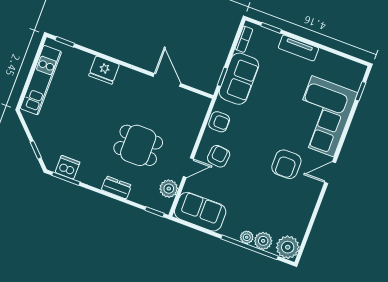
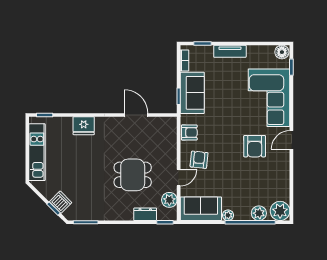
floor lamp: (356, 71) -> (282, 52), added
dishwasher: (68, 167) -> (60, 202), moved, turned 45
dresser: (116, 187) -> (145, 214), moved
plant: (247, 237) -> (228, 215), moved

